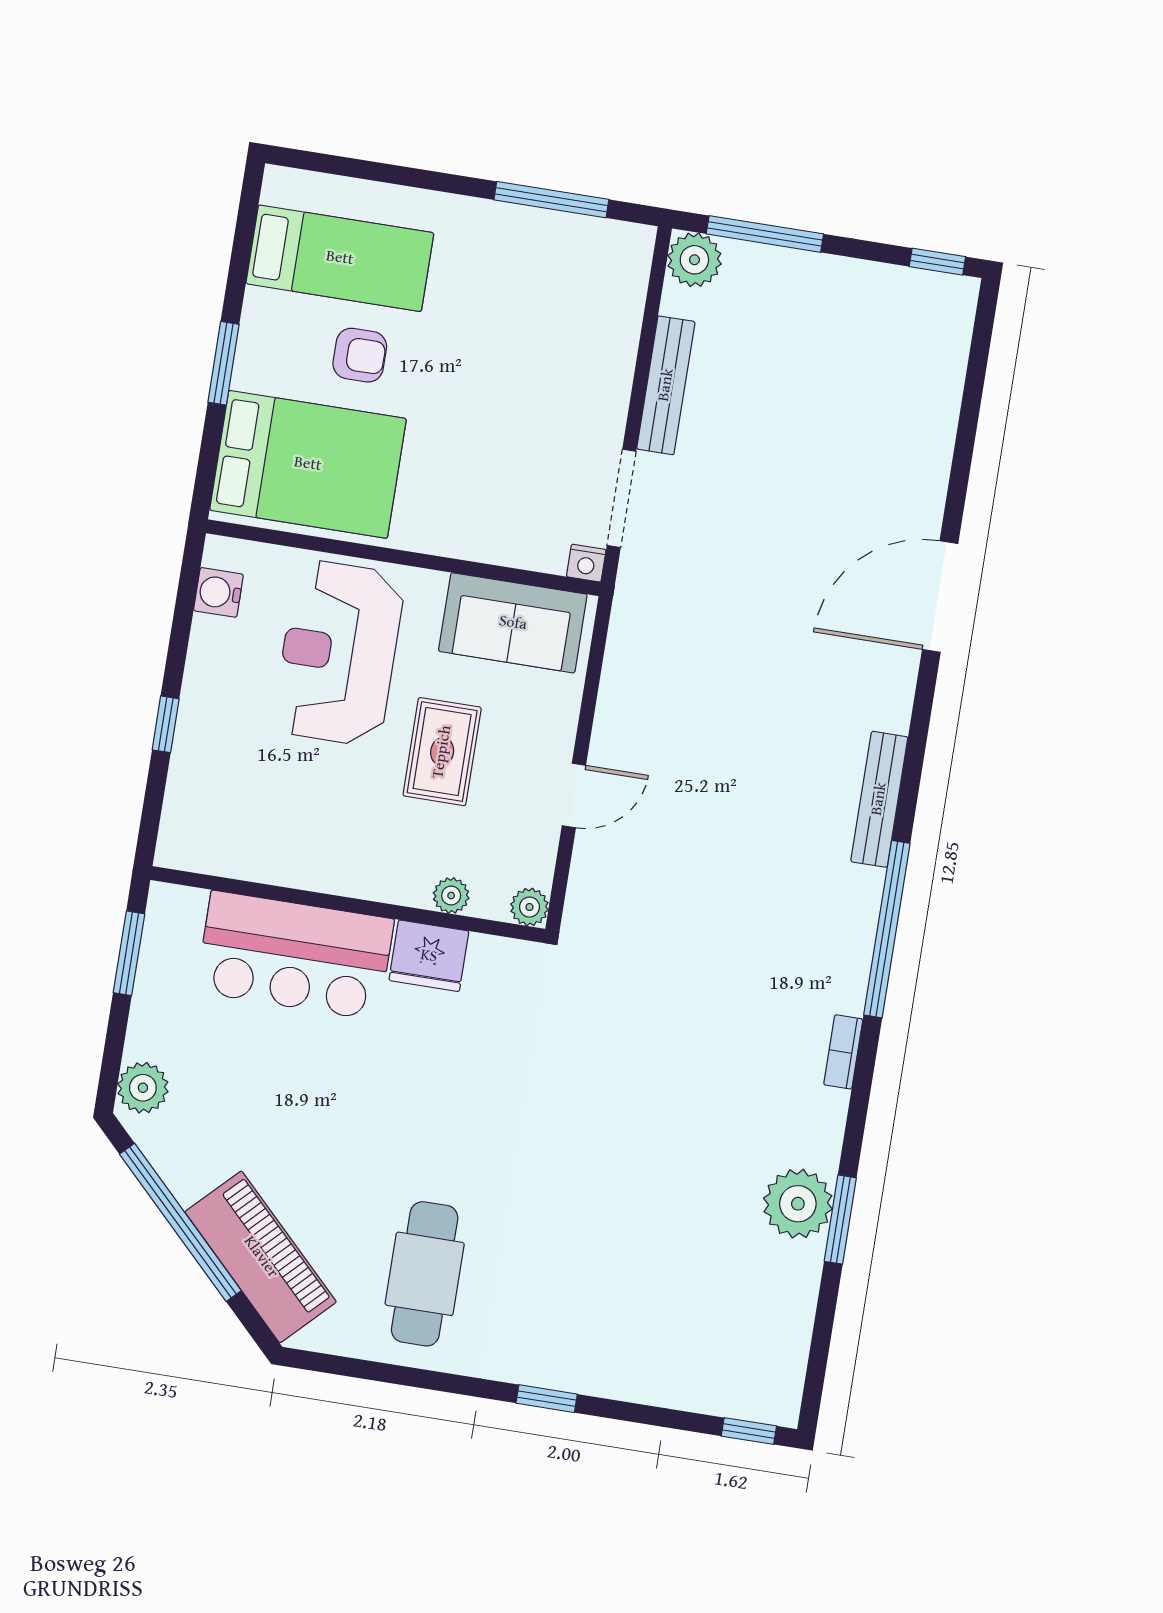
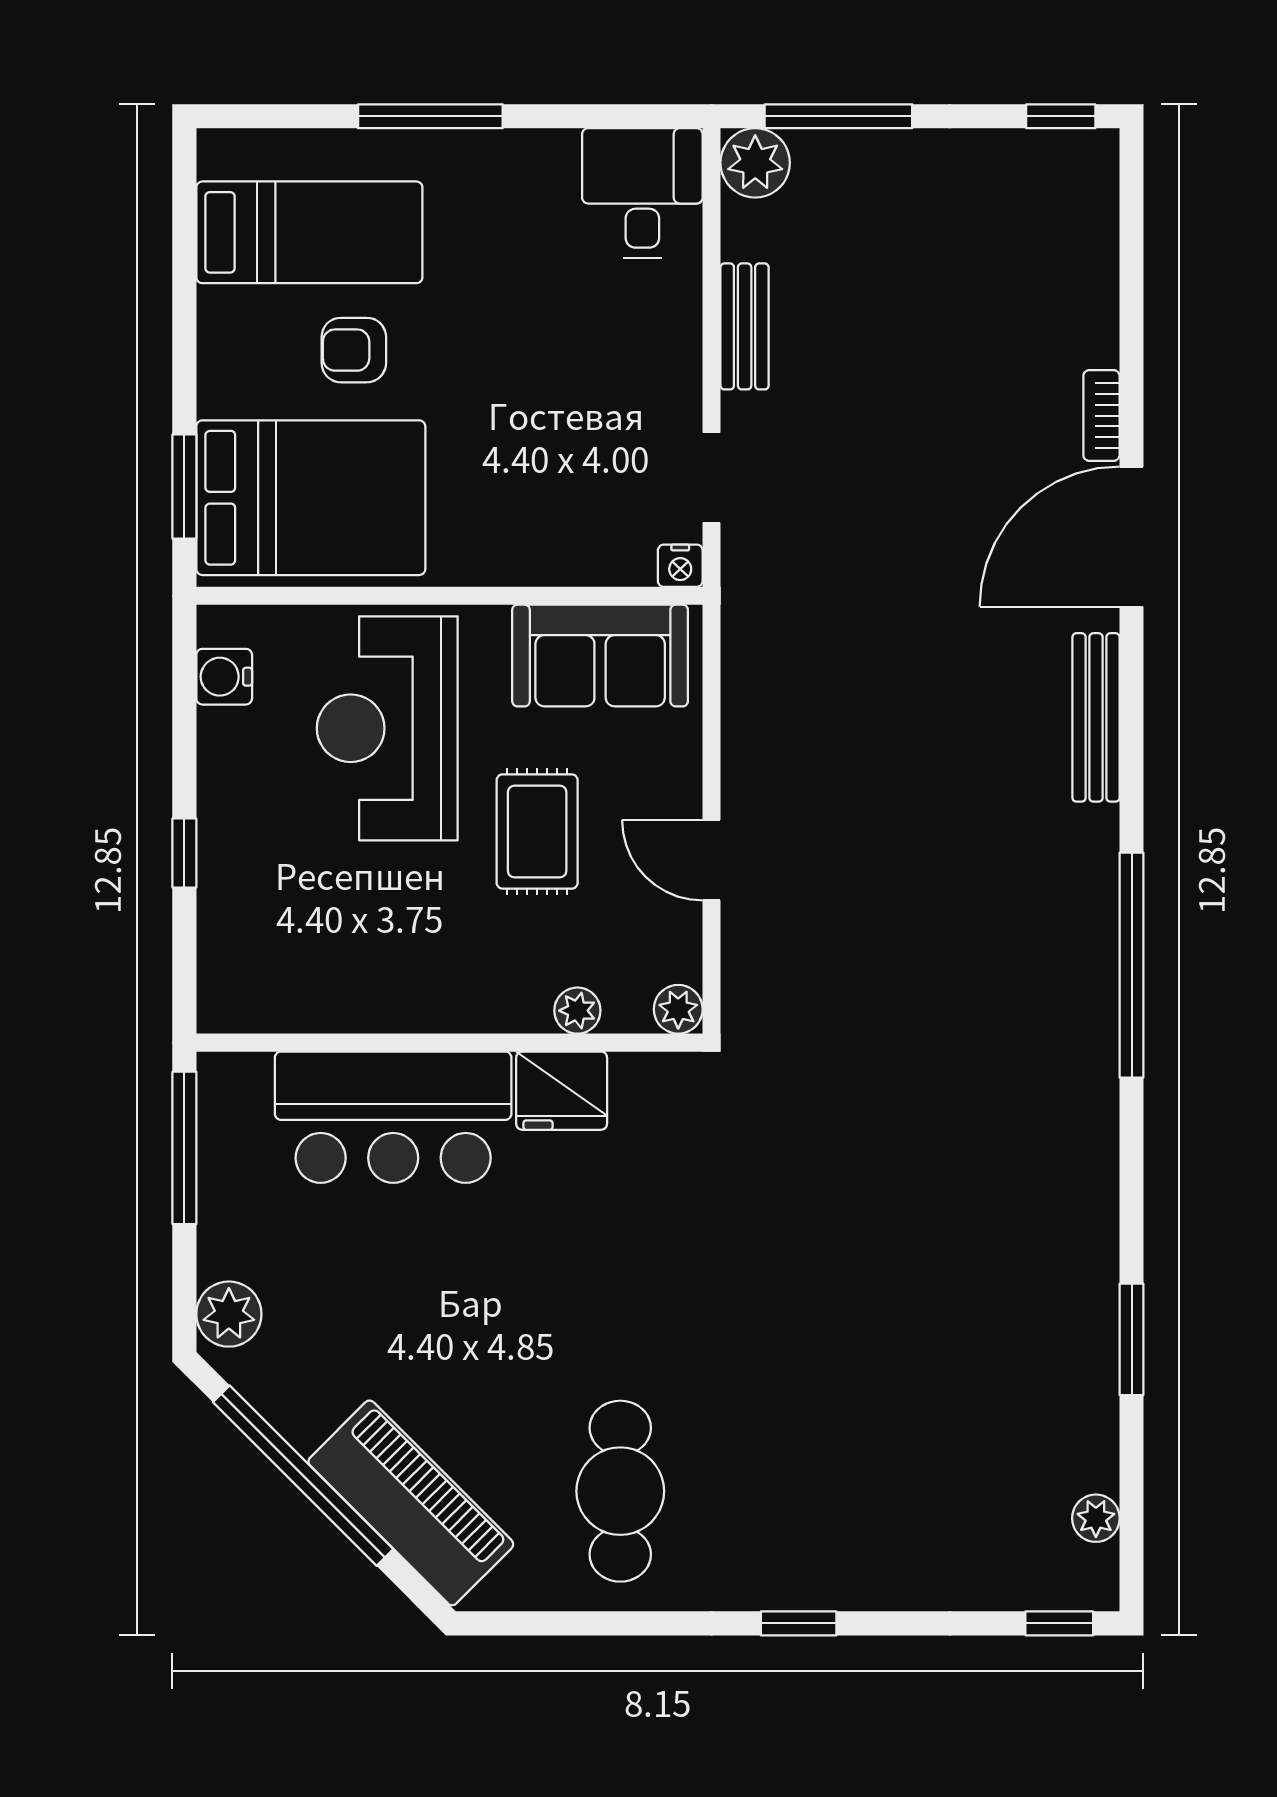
window: (551, 200) -> (430, 116), moved
desk: (603, 269) -> (642, 193), added
armchair: (360, 355) -> (354, 350), turned 180
window: (224, 363) -> (184, 487), moved
bench: (666, 385) -> (745, 326), width x0.73
doorway: (621, 498) -> (712, 477), width x0.73
door: (574, 796) -> (712, 860), swing flipped
bench: (879, 799) -> (1096, 717), moved
window: (129, 953) -> (184, 1148), width x1.44
bookcase: (843, 1052) -> (1101, 416), moved
plant: (798, 1204) -> (1096, 1518), moved, width x0.53, depth x0.53

